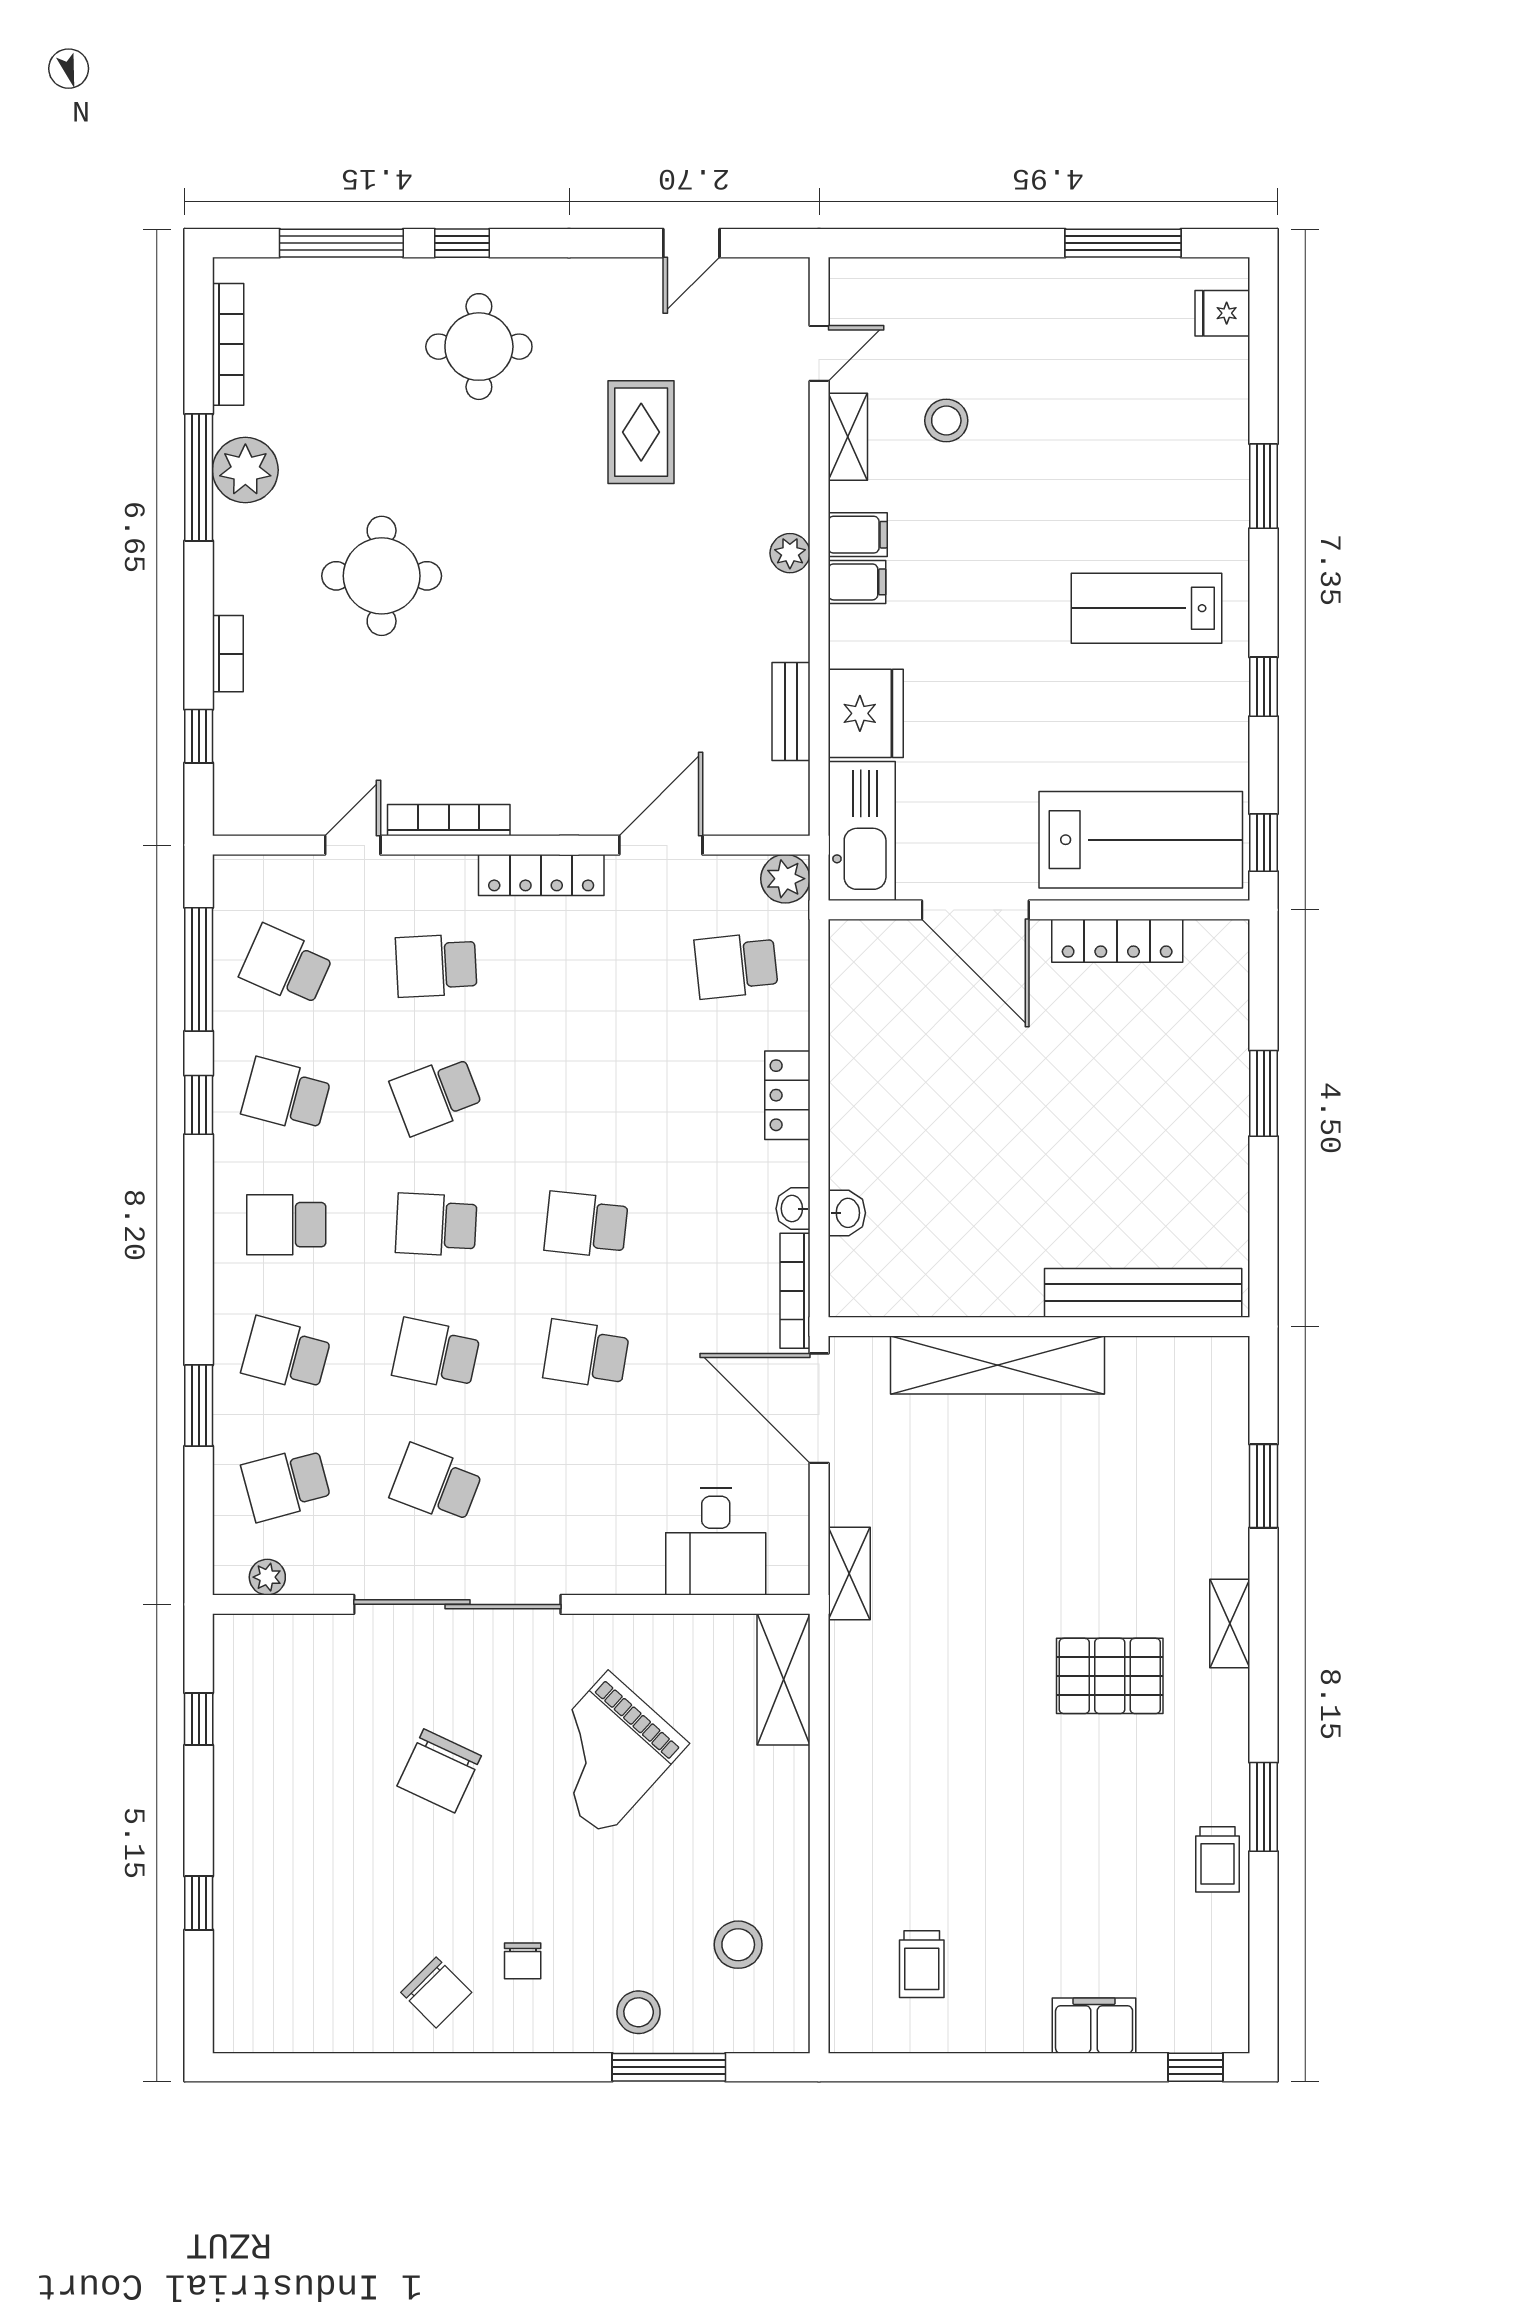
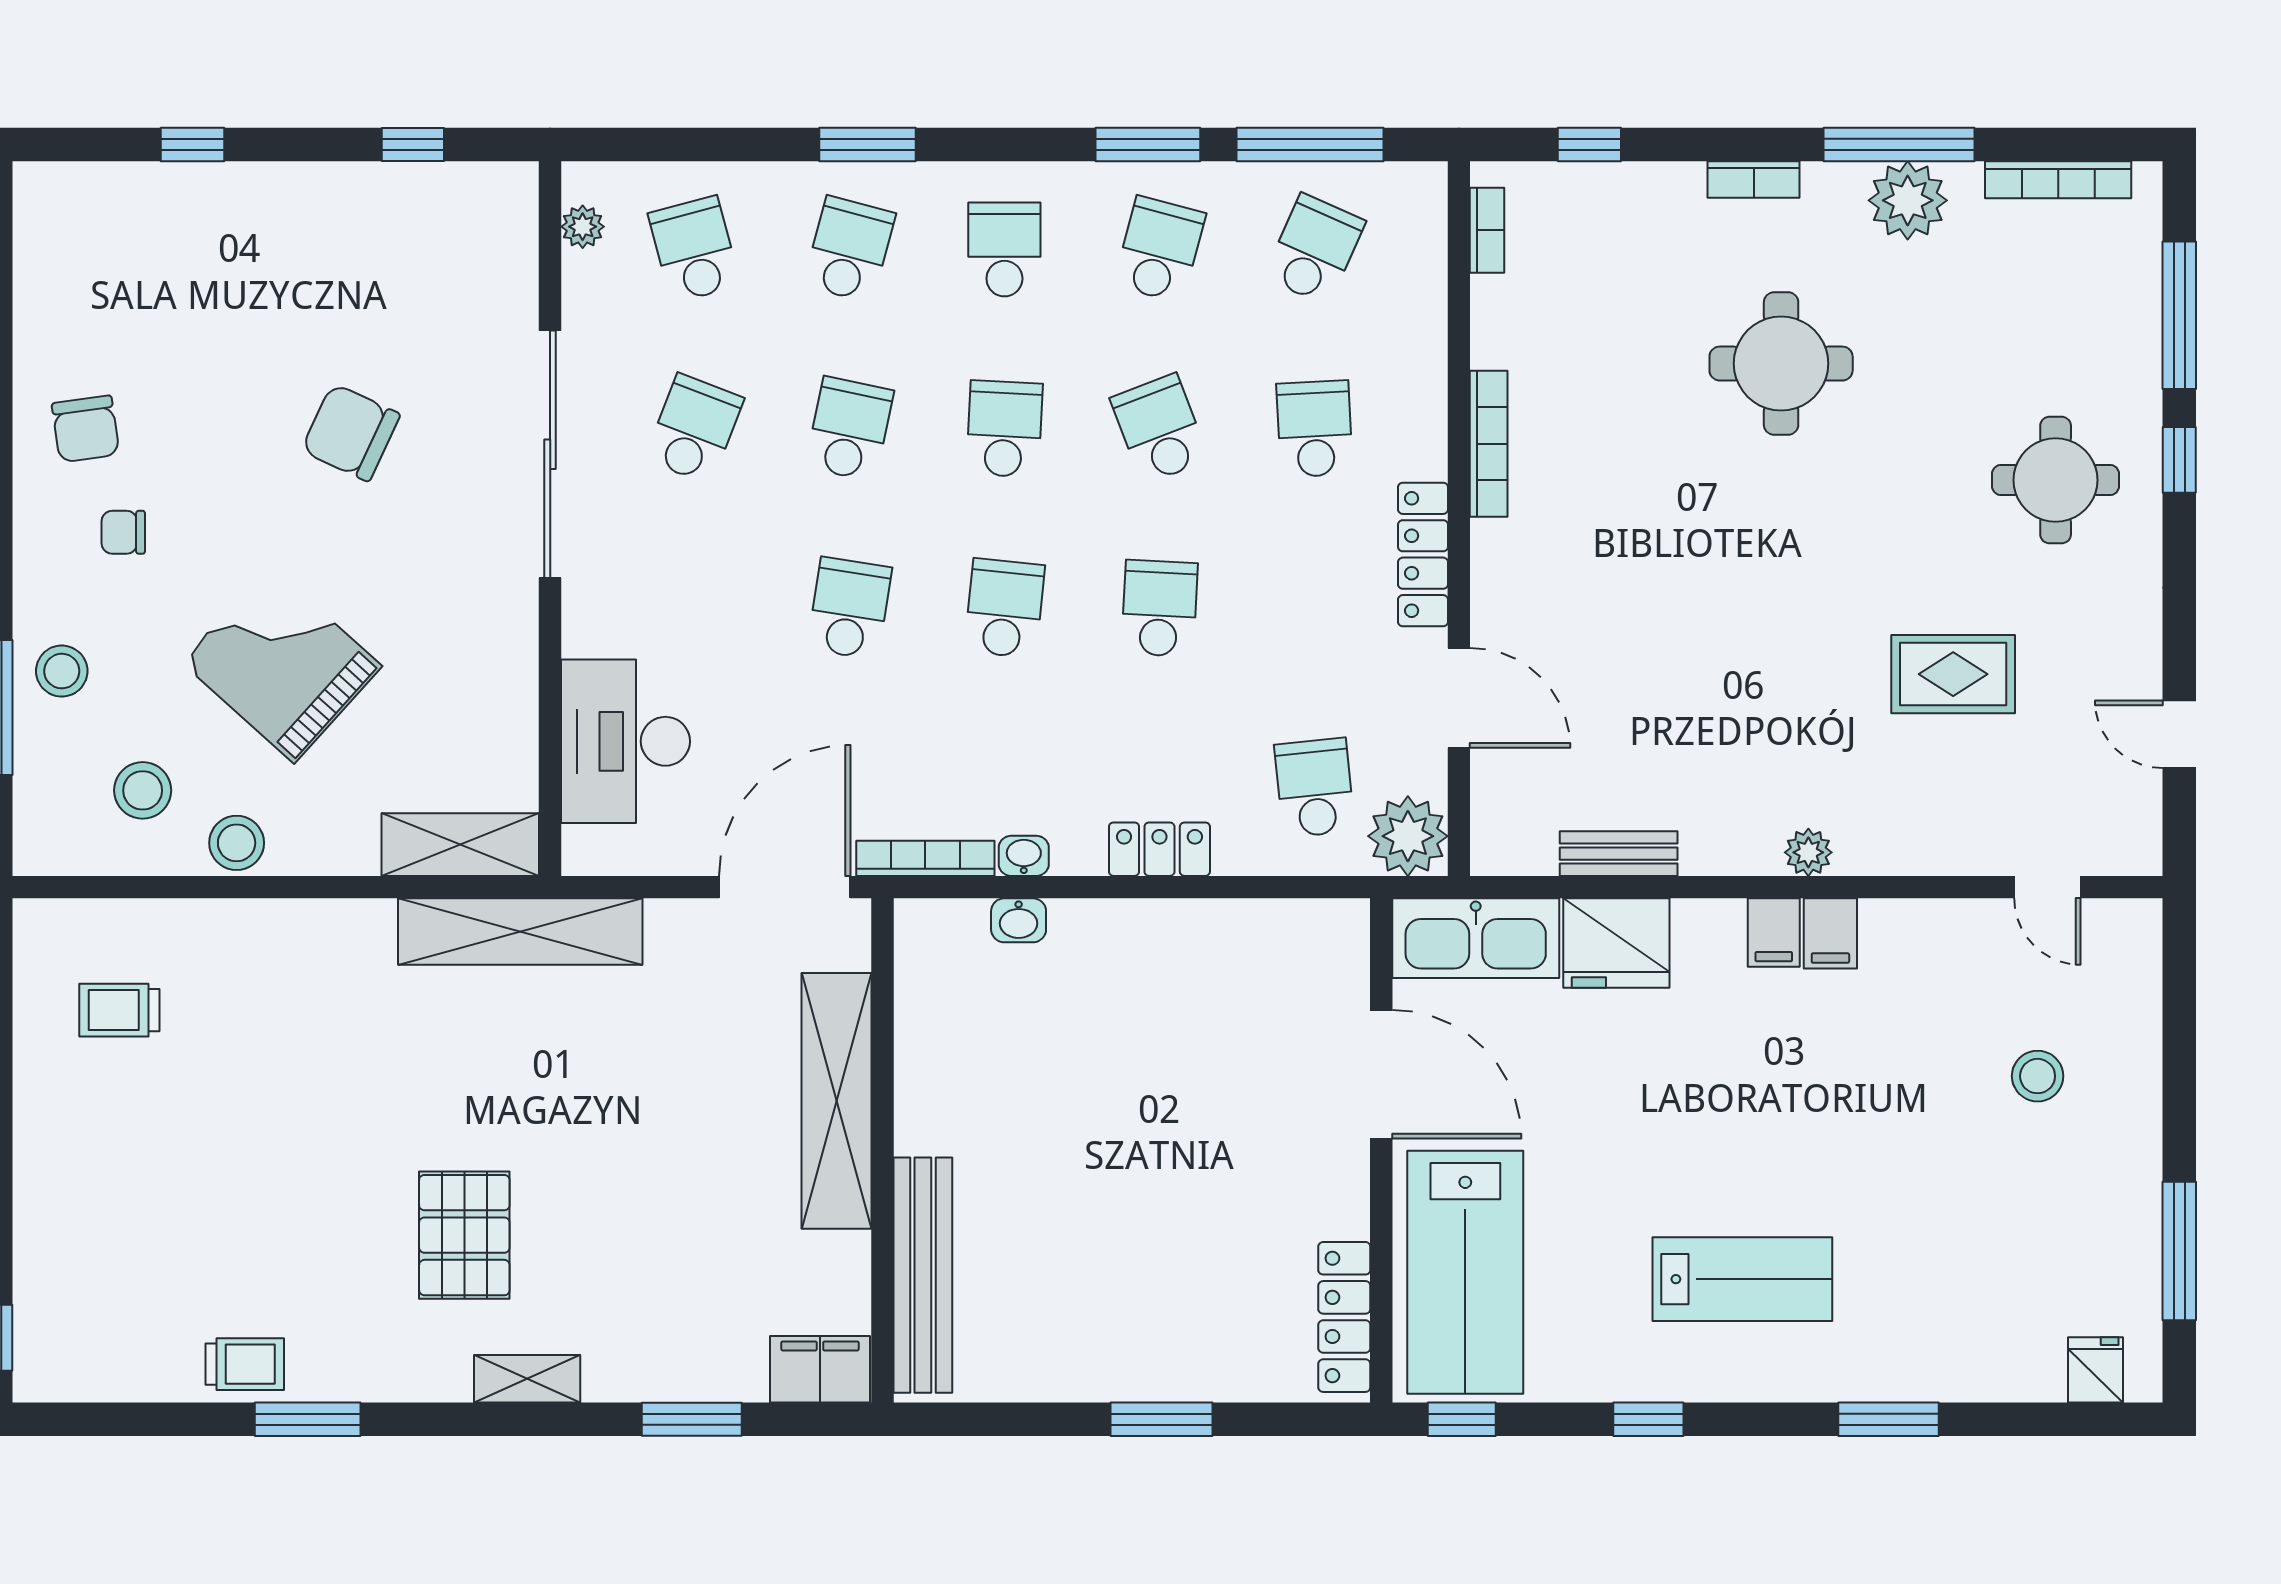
stool: (946, 421) -> (2038, 1076), moved
shelving: (848, 437) -> (1948, 922), removed
lab bench: (1147, 608) -> (1742, 1279), turned 90
bookcase: (228, 654) -> (1754, 179), moved
bookcase: (270, 822) -> (1487, 230), added
door: (353, 845) -> (1459, 329), removed
plant: (785, 879) -> (1408, 836), width x1.36, depth x1.36
door: (975, 910) -> (1381, 1074), swing flipped
locker: (1117, 941) -> (1344, 1317), moved
school desk: (586, 1095) -> (1160, 608), added
window: (199, 1105) -> (1148, 145), width x1.50
window: (199, 1405) -> (867, 145), moved
desk: (716, 1541) -> (625, 741), width x1.37
shelving: (849, 1574) -> (520, 931), width x2.20, depth x1.33
grand piano: (606, 1754) -> (282, 664), moved
trolley: (1218, 1859) -> (245, 1364), turned 180
stool: (782, 1866) -> (237, 843), added
chair: (436, 1992) -> (86, 429), turned -53
filing cabinet: (1094, 2026) -> (820, 1369), moved, turned -90

